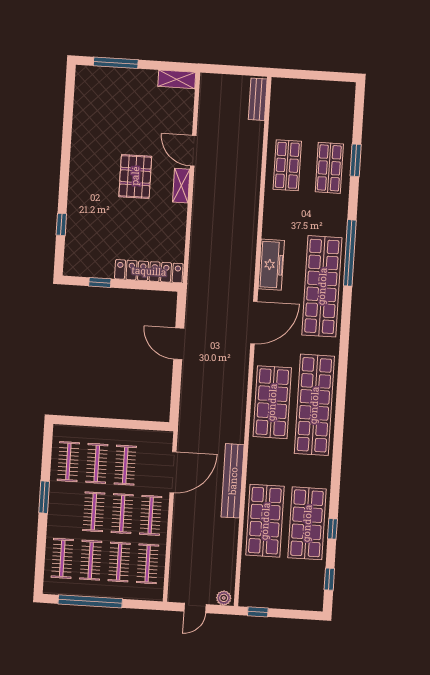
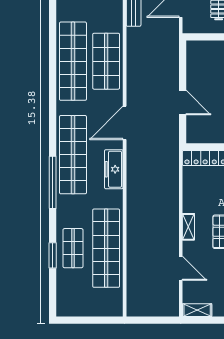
bench: (258, 99) -> (133, 299), removed
door: (193, 151) -> (181, 268), moved
shop shelf: (287, 165) -> (106, 248), width x2.00, depth x1.36

